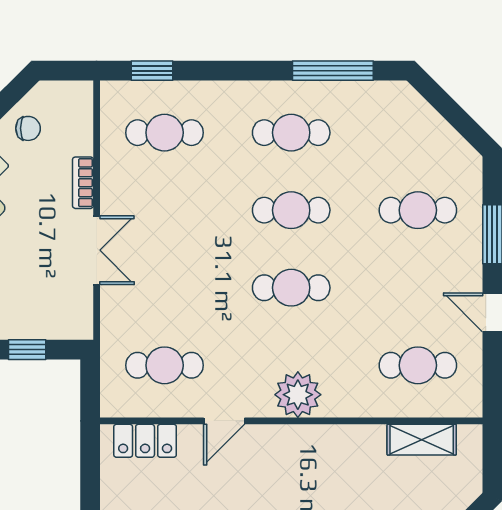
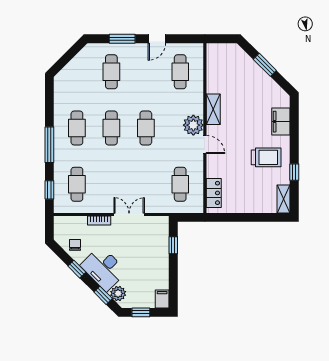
window: (333, 71) -> (49, 145), moved
door: (224, 421) -> (205, 145), moved
shelving: (422, 440) -> (213, 109), moved

